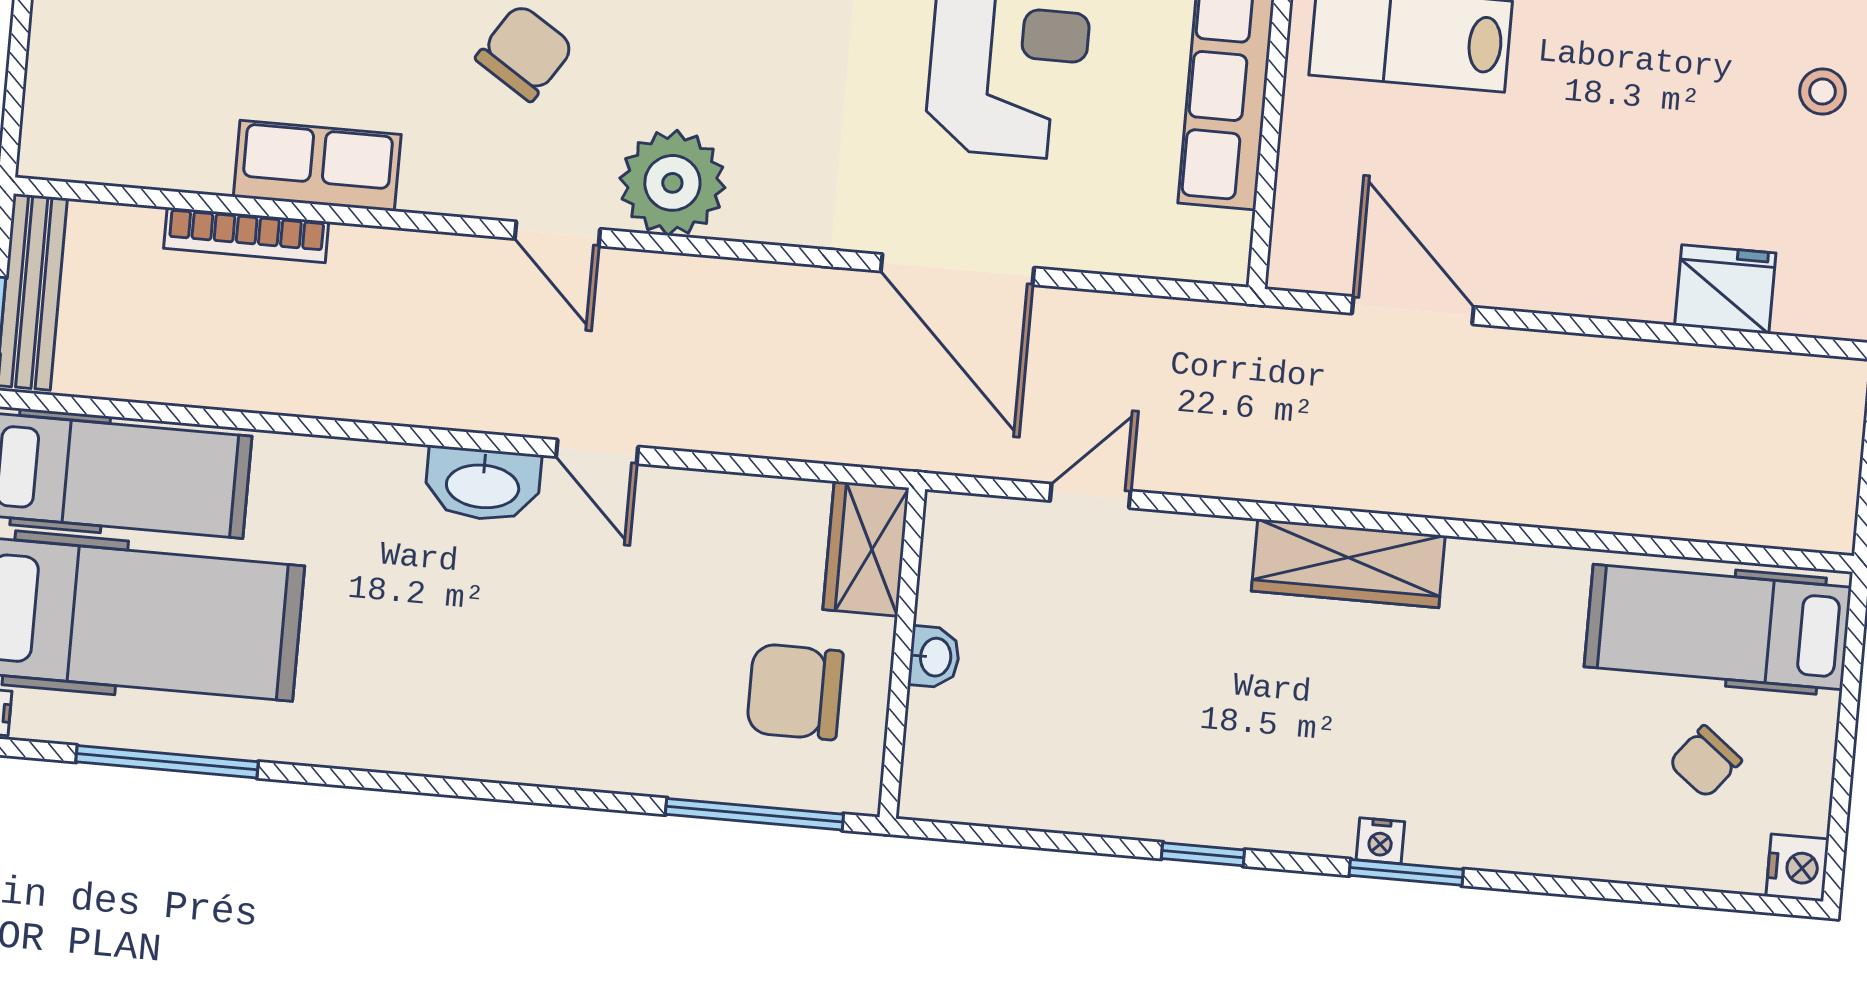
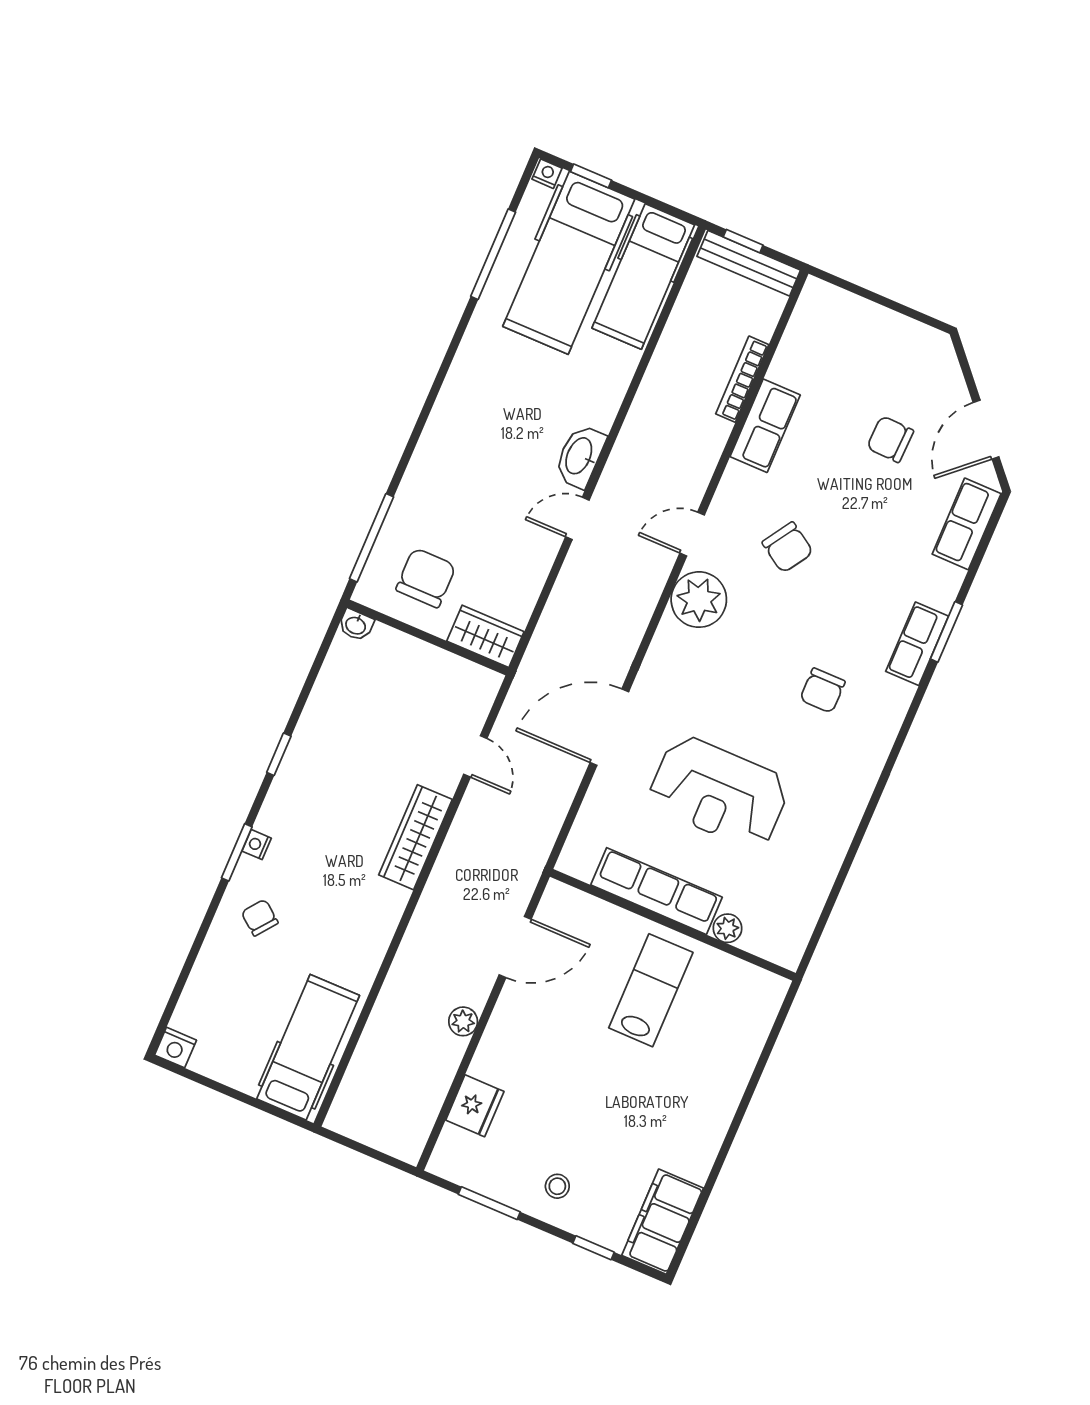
plant: (1579, 361) -> (463, 1021), added
wardrobe: (1348, 563) -> (415, 837), moved
washbasin: (934, 657) -> (356, 625), moved
chair: (1705, 762) -> (260, 918), moved

